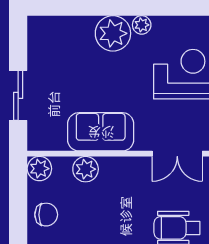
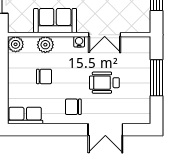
water cooler: (138, 165) -> (79, 42), added
chair: (46, 215) -> (44, 76), moved

